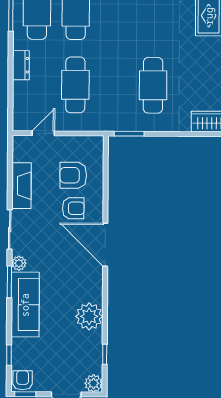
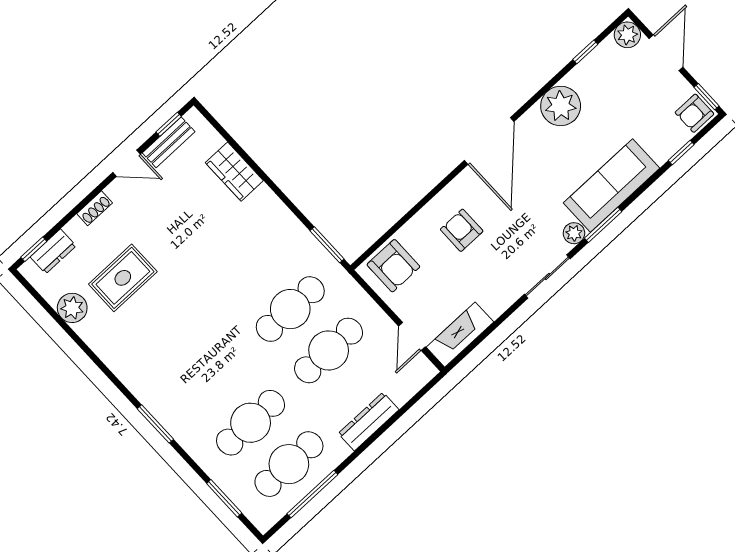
dresser: (21, 65) -> (369, 422), width x1.44
cafe table: (153, 85) -> (290, 309), moved
door: (43, 133) -> (412, 336), hinge flipped
armchair: (73, 175) -> (393, 266), moved
fireplace: (21, 186) -> (460, 335), moved
door: (105, 245) -> (489, 141), moved

